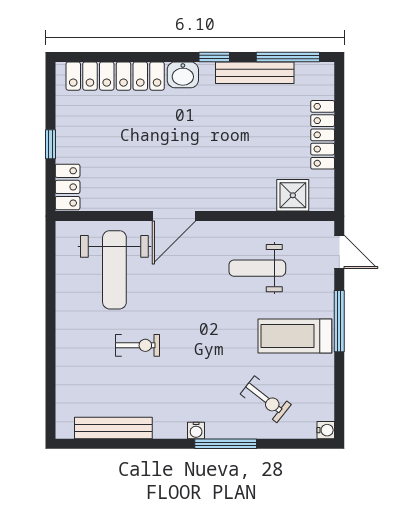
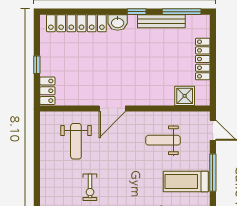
weight bench: (114, 270) -> (76, 141), width x0.73, depth x0.75
exercise bike: (137, 345) -> (90, 187), turned 90

